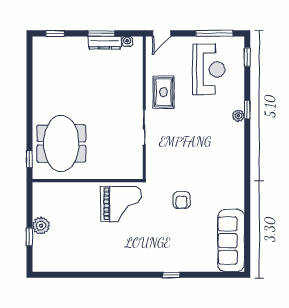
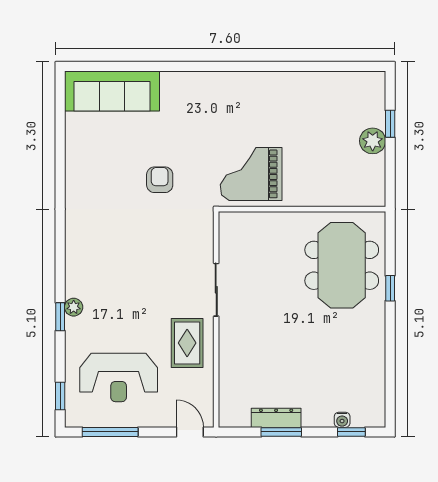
door: (162, 33) -> (190, 432), hinge flipped
water cooler: (127, 41) -> (342, 420), moved
reception desk: (209, 69) -> (119, 377), turned -90
window: (29, 159) -> (390, 288), moved
sofa: (231, 241) -> (112, 91), moved, turned 90
window: (171, 275) -> (175, 66), removed

